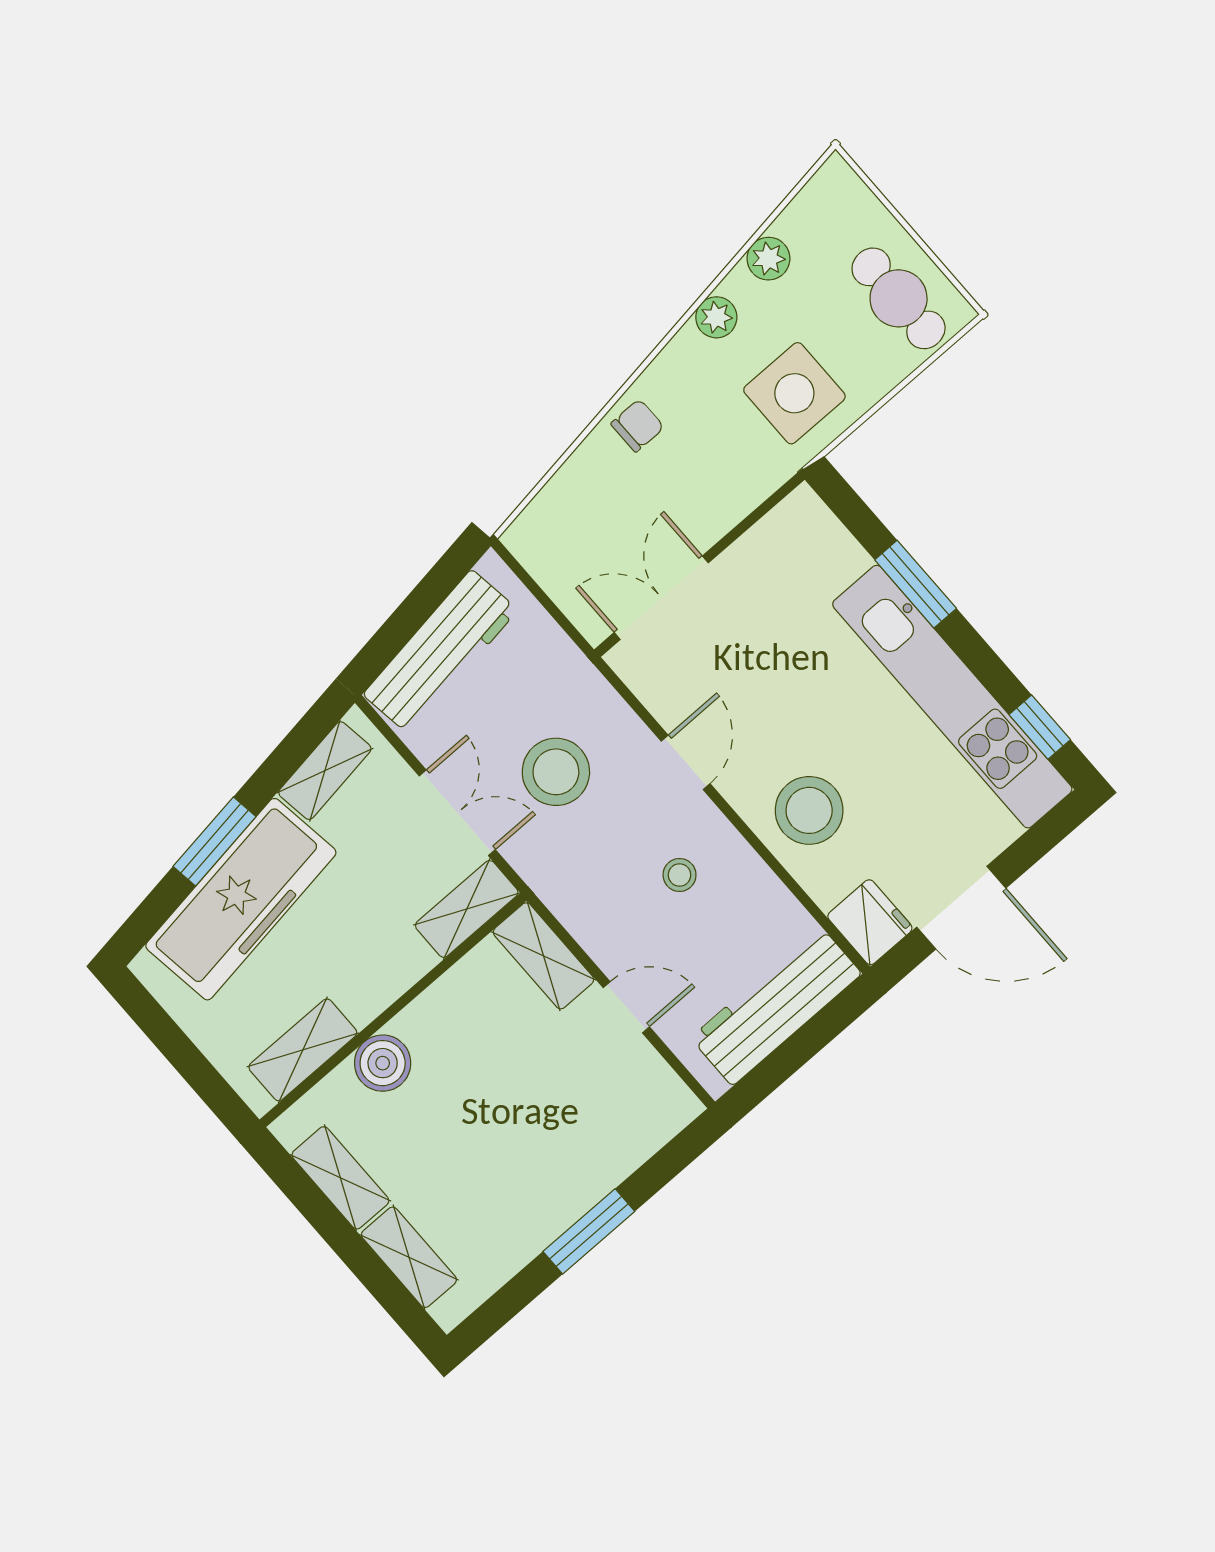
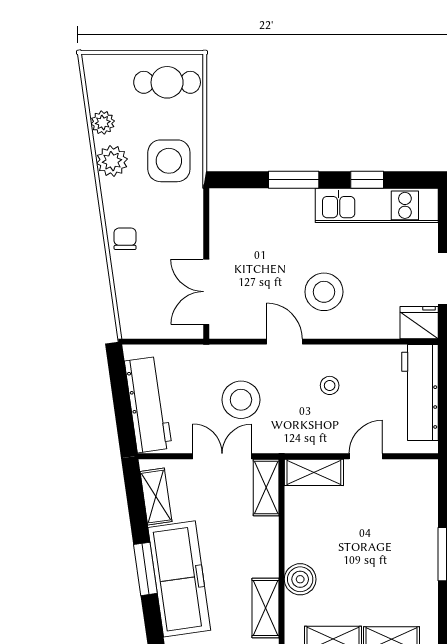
plant: (716, 317) -> (112, 161), width x1.38, depth x1.38
kitchen unit: (952, 697) -> (377, 205), width x0.73
window: (1040, 727) -> (367, 180), moved
stool: (809, 810) -> (324, 292), moved

